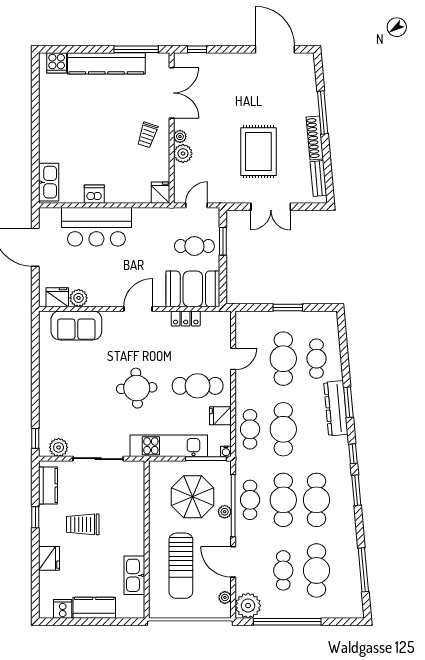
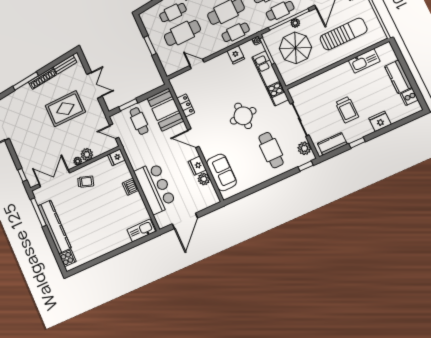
dishwasher: (94, 194) -> (131, 187), moved
fridge: (57, 297) -> (197, 166), moved
cafe table: (198, 386) -> (271, 150), moved

